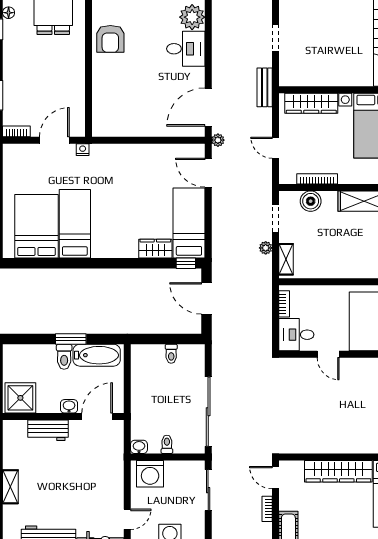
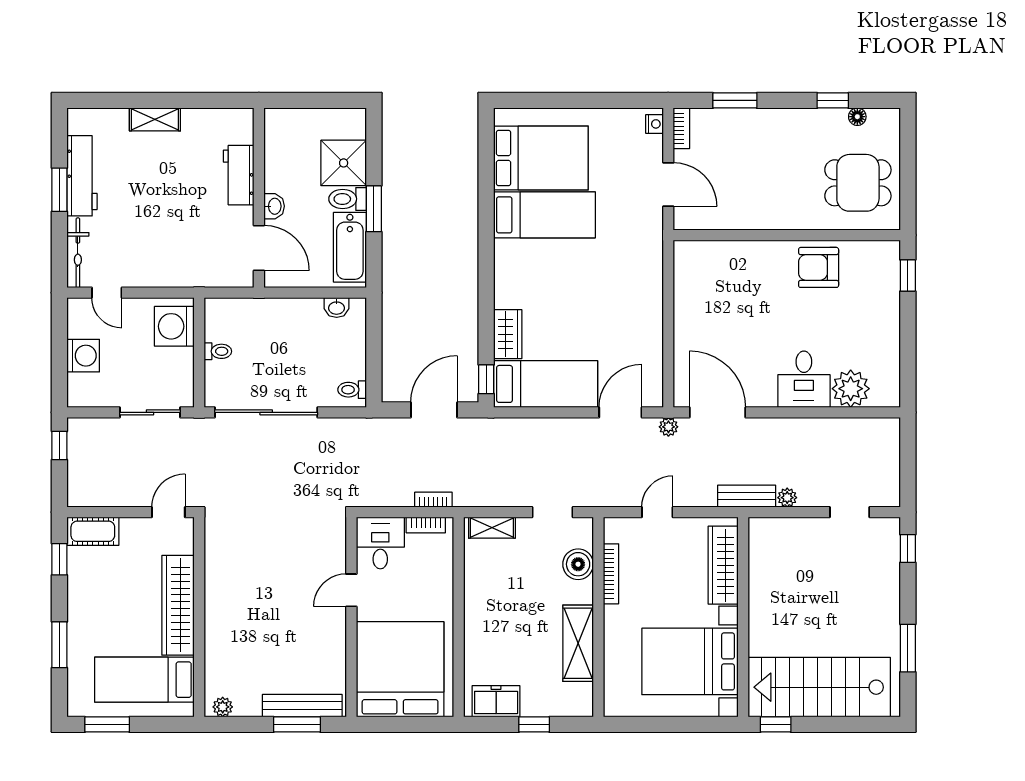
doorway: (276, 38) -> (850, 512), moved
nightstand: (83, 150) -> (654, 124), moved
plant: (266, 248) -> (787, 498), moved
toilet: (171, 354) -> (352, 390), moved
shower: (20, 398) -> (344, 163), moved
washbasin: (139, 447) -> (337, 308), moved, turned 90
bookcase: (267, 509) -> (433, 500), moved

